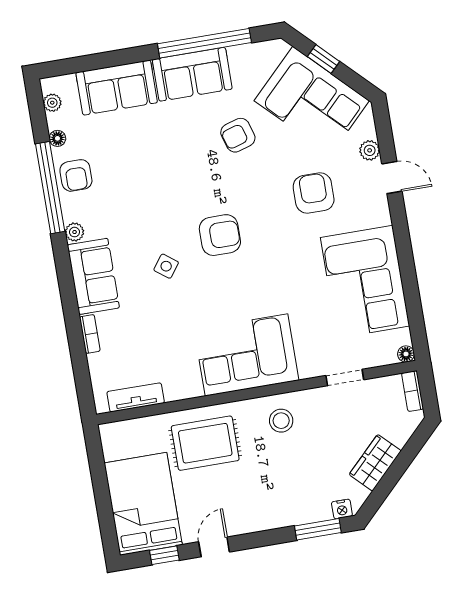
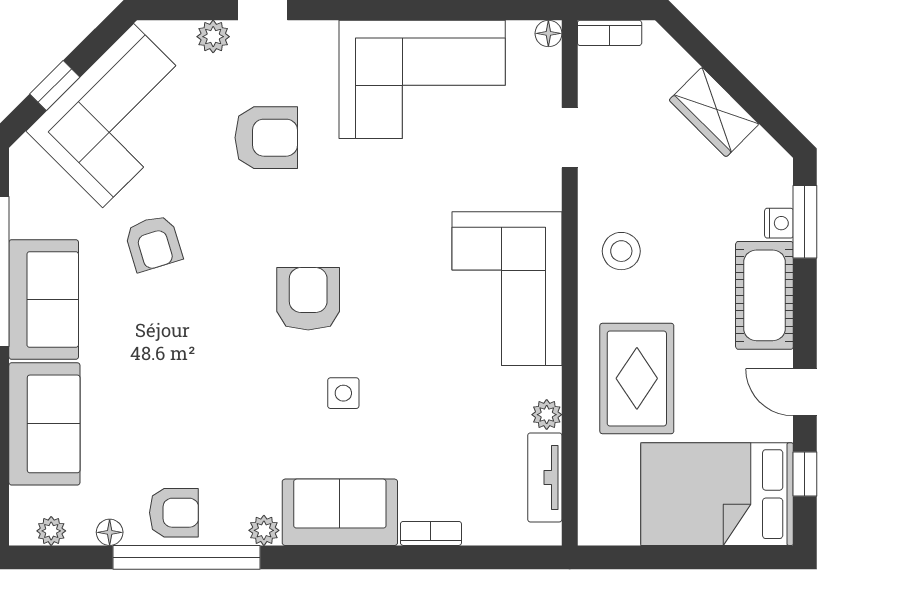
armchair: (314, 193) -> (266, 138), turned 180
side table: (166, 266) -> (343, 393), turned -37
plant: (174, 392) -> (547, 415), added
nightstand: (342, 509) -> (779, 223), moved
cot: (269, 512) -> (764, 295), added

